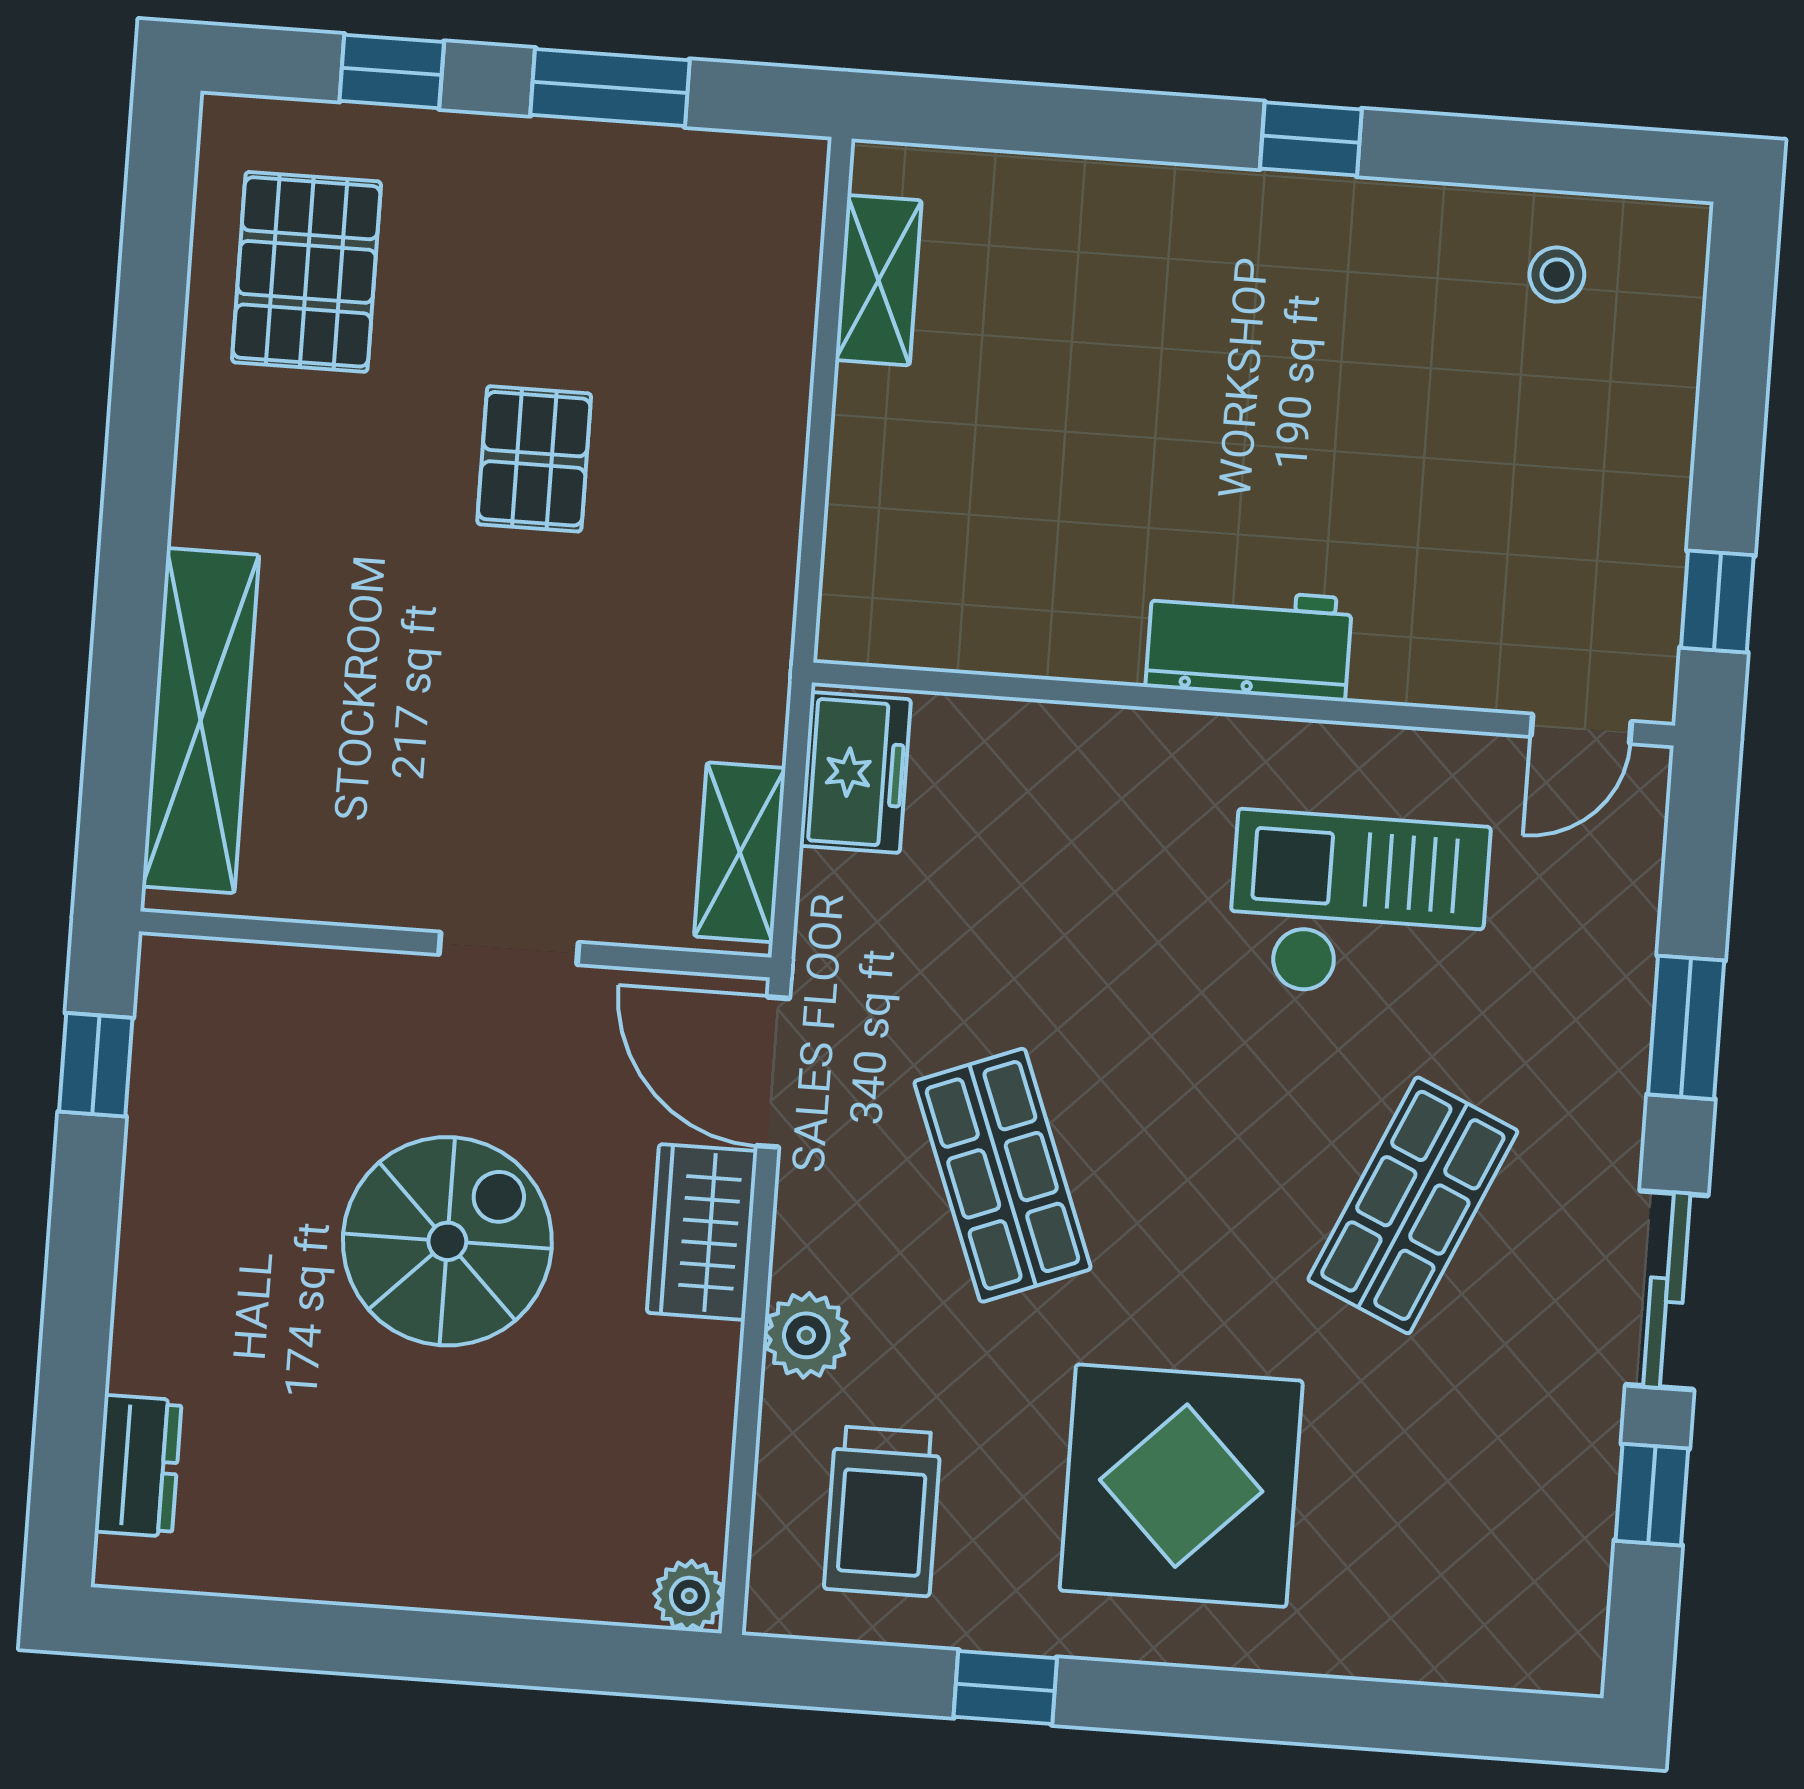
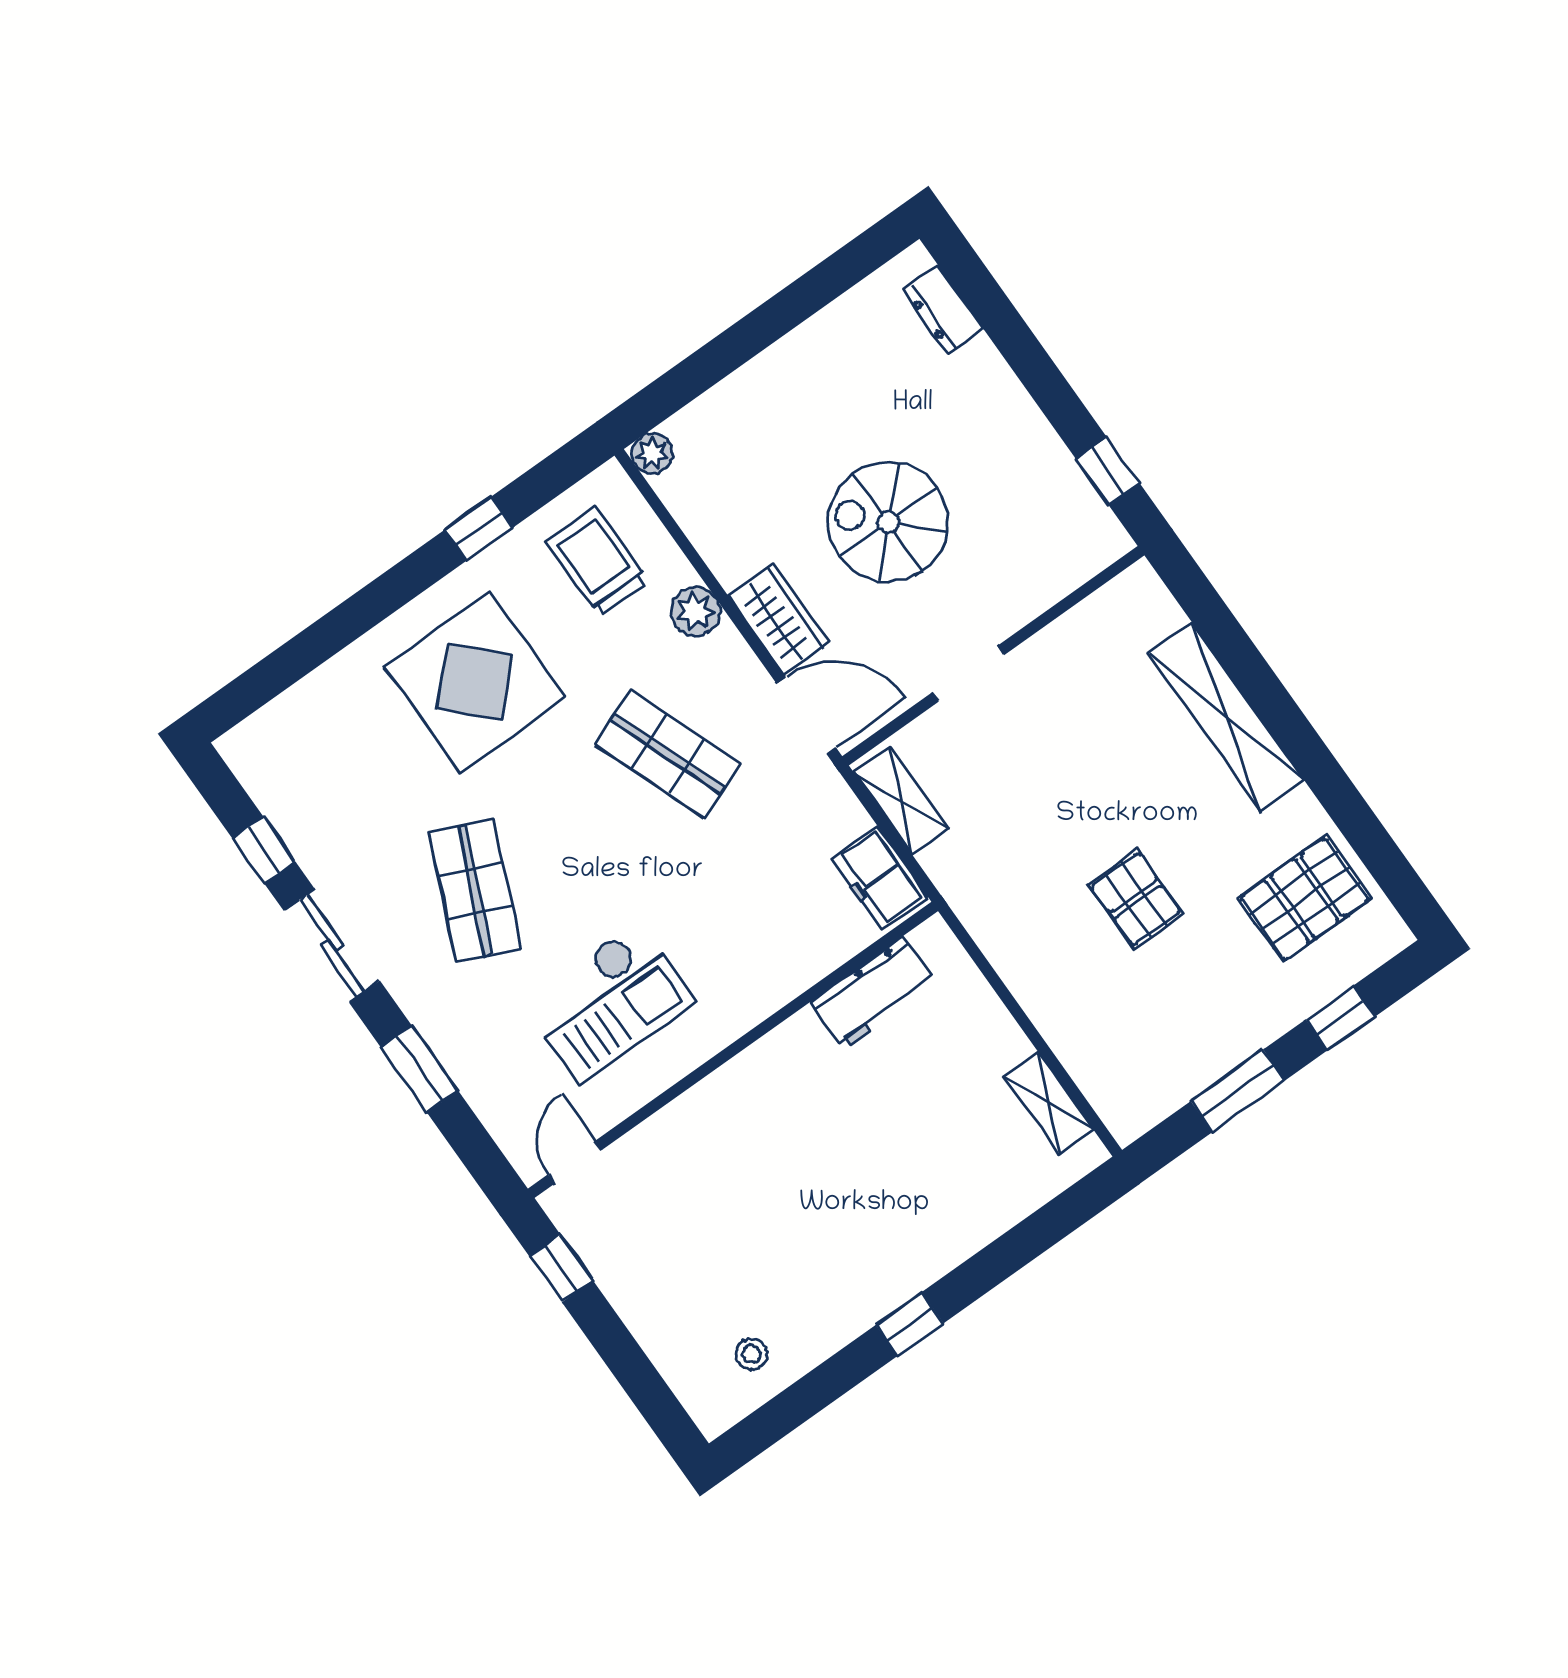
pallet: (307, 272) -> (1305, 898), turned 90
workbench: (1249, 643) -> (874, 993), moved
shelving: (201, 721) -> (1226, 717), moved
spiral stairs: (447, 1241) -> (888, 522), turned 90

